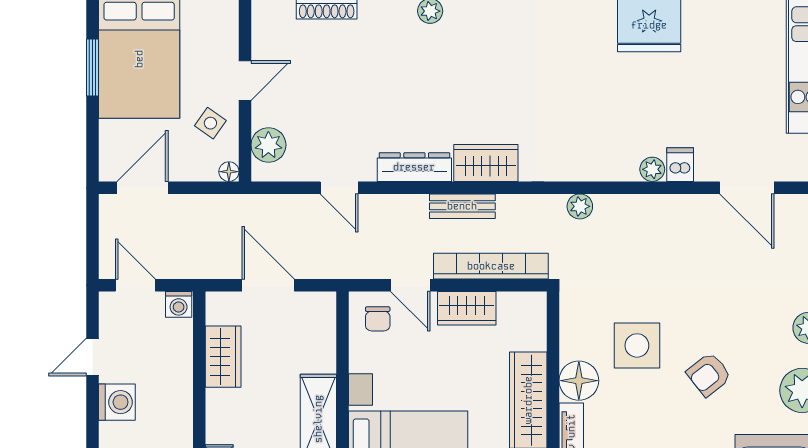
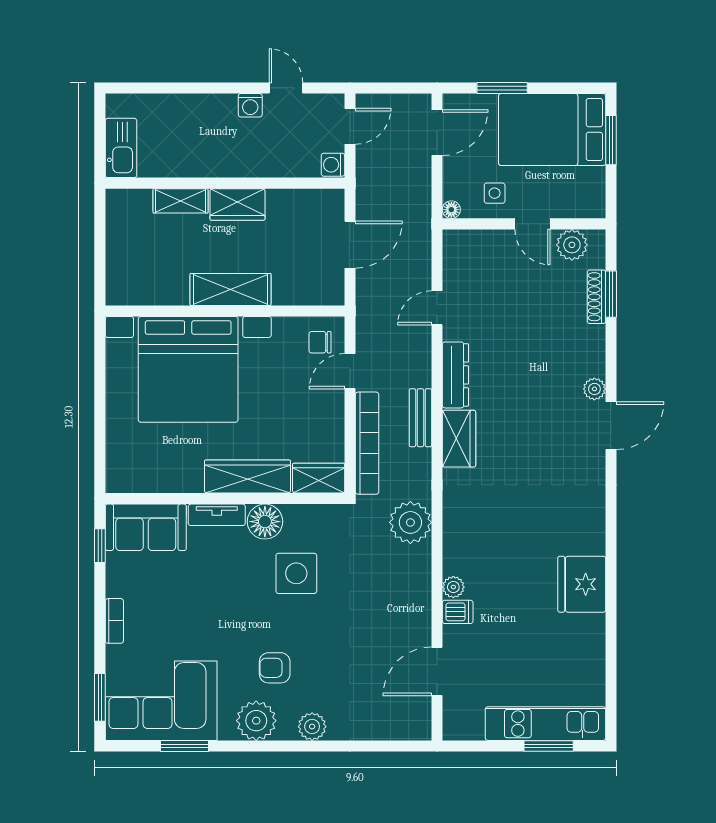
window: (93, 67) -> (502, 88), moved
side table: (210, 123) -> (495, 193), turned -35
plant: (268, 145) -> (572, 245), moved
door: (143, 188) -> (437, 133), hinge flipped
plant: (580, 206) -> (410, 522), width x1.88, depth x1.88
wardrobe: (467, 308) -> (319, 478), moved, turned 90
wardrobe: (223, 357) -> (237, 204), moved
armchair: (709, 374) -> (275, 668), moved, turned -52
washing machine: (117, 402) -> (250, 105), width x0.73, depth x0.73

